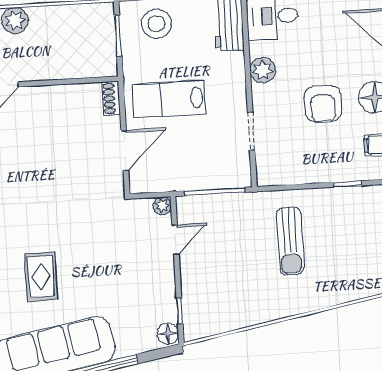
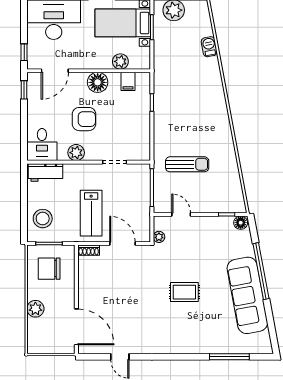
chair: (79, 38) -> (49, 269), added
armchair: (323, 104) -> (84, 119), moved
plant: (162, 206) -> (159, 237), moved
sun lounger: (290, 241) -> (187, 164), moved
rug: (41, 277) -> (184, 292), moved

